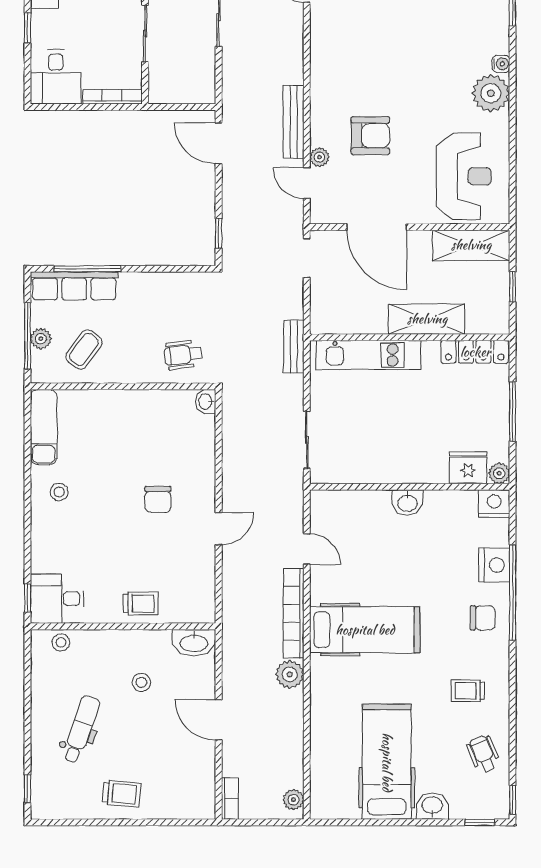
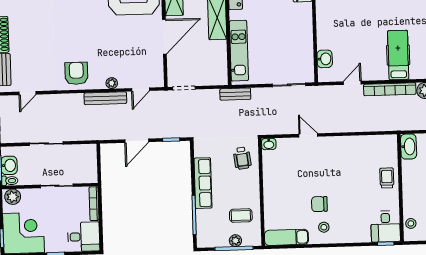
armchair: (370, 136) -> (76, 73), moved
door: (219, 143) -> (137, 141), moved
plant: (319, 157) -> (112, 83), moved
door: (377, 227) -> (164, 37), moved
row of seats: (74, 286) -> (203, 183), moved
coffee table: (84, 349) -> (241, 215), turned -36
chair: (158, 499) -> (319, 204), moved, turned 180
washbasin: (407, 503) -> (325, 59), moved
door: (219, 529) -> (308, 135), moved
hospital bed: (365, 630) -> (398, 55), width x0.73, depth x0.78

